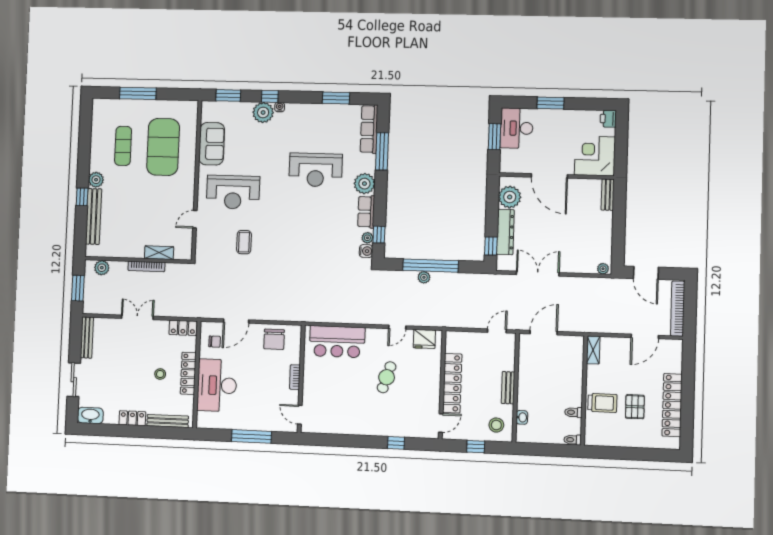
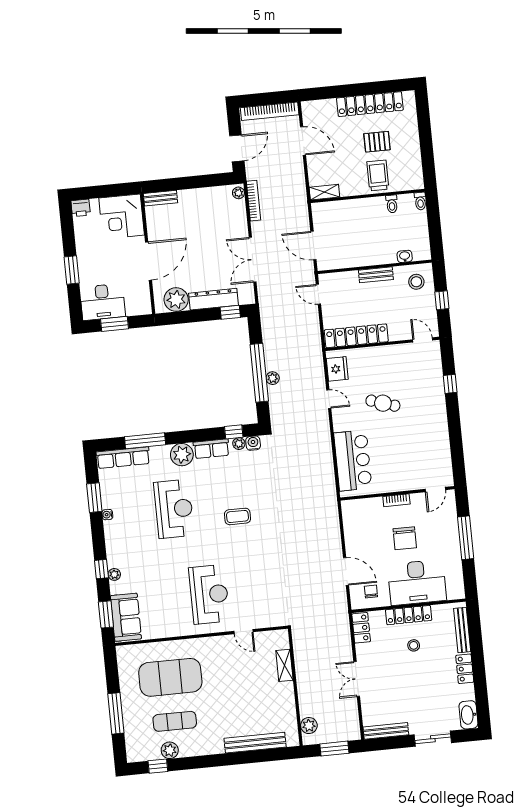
water cooler: (280, 107) -> (107, 515), moved
plant: (263, 112) -> (114, 574), width x0.53, depth x0.53
sofa: (212, 144) -> (126, 617), moved, turned 90
plant: (96, 180) -> (170, 750), moved
window: (82, 197) -> (158, 766), moved
coffee table: (244, 242) -> (237, 516), moved
bookcase: (146, 266) -> (253, 201), moved
chair: (274, 339) -> (405, 538), moved, turned 90
locker: (452, 383) -> (356, 336), moved

